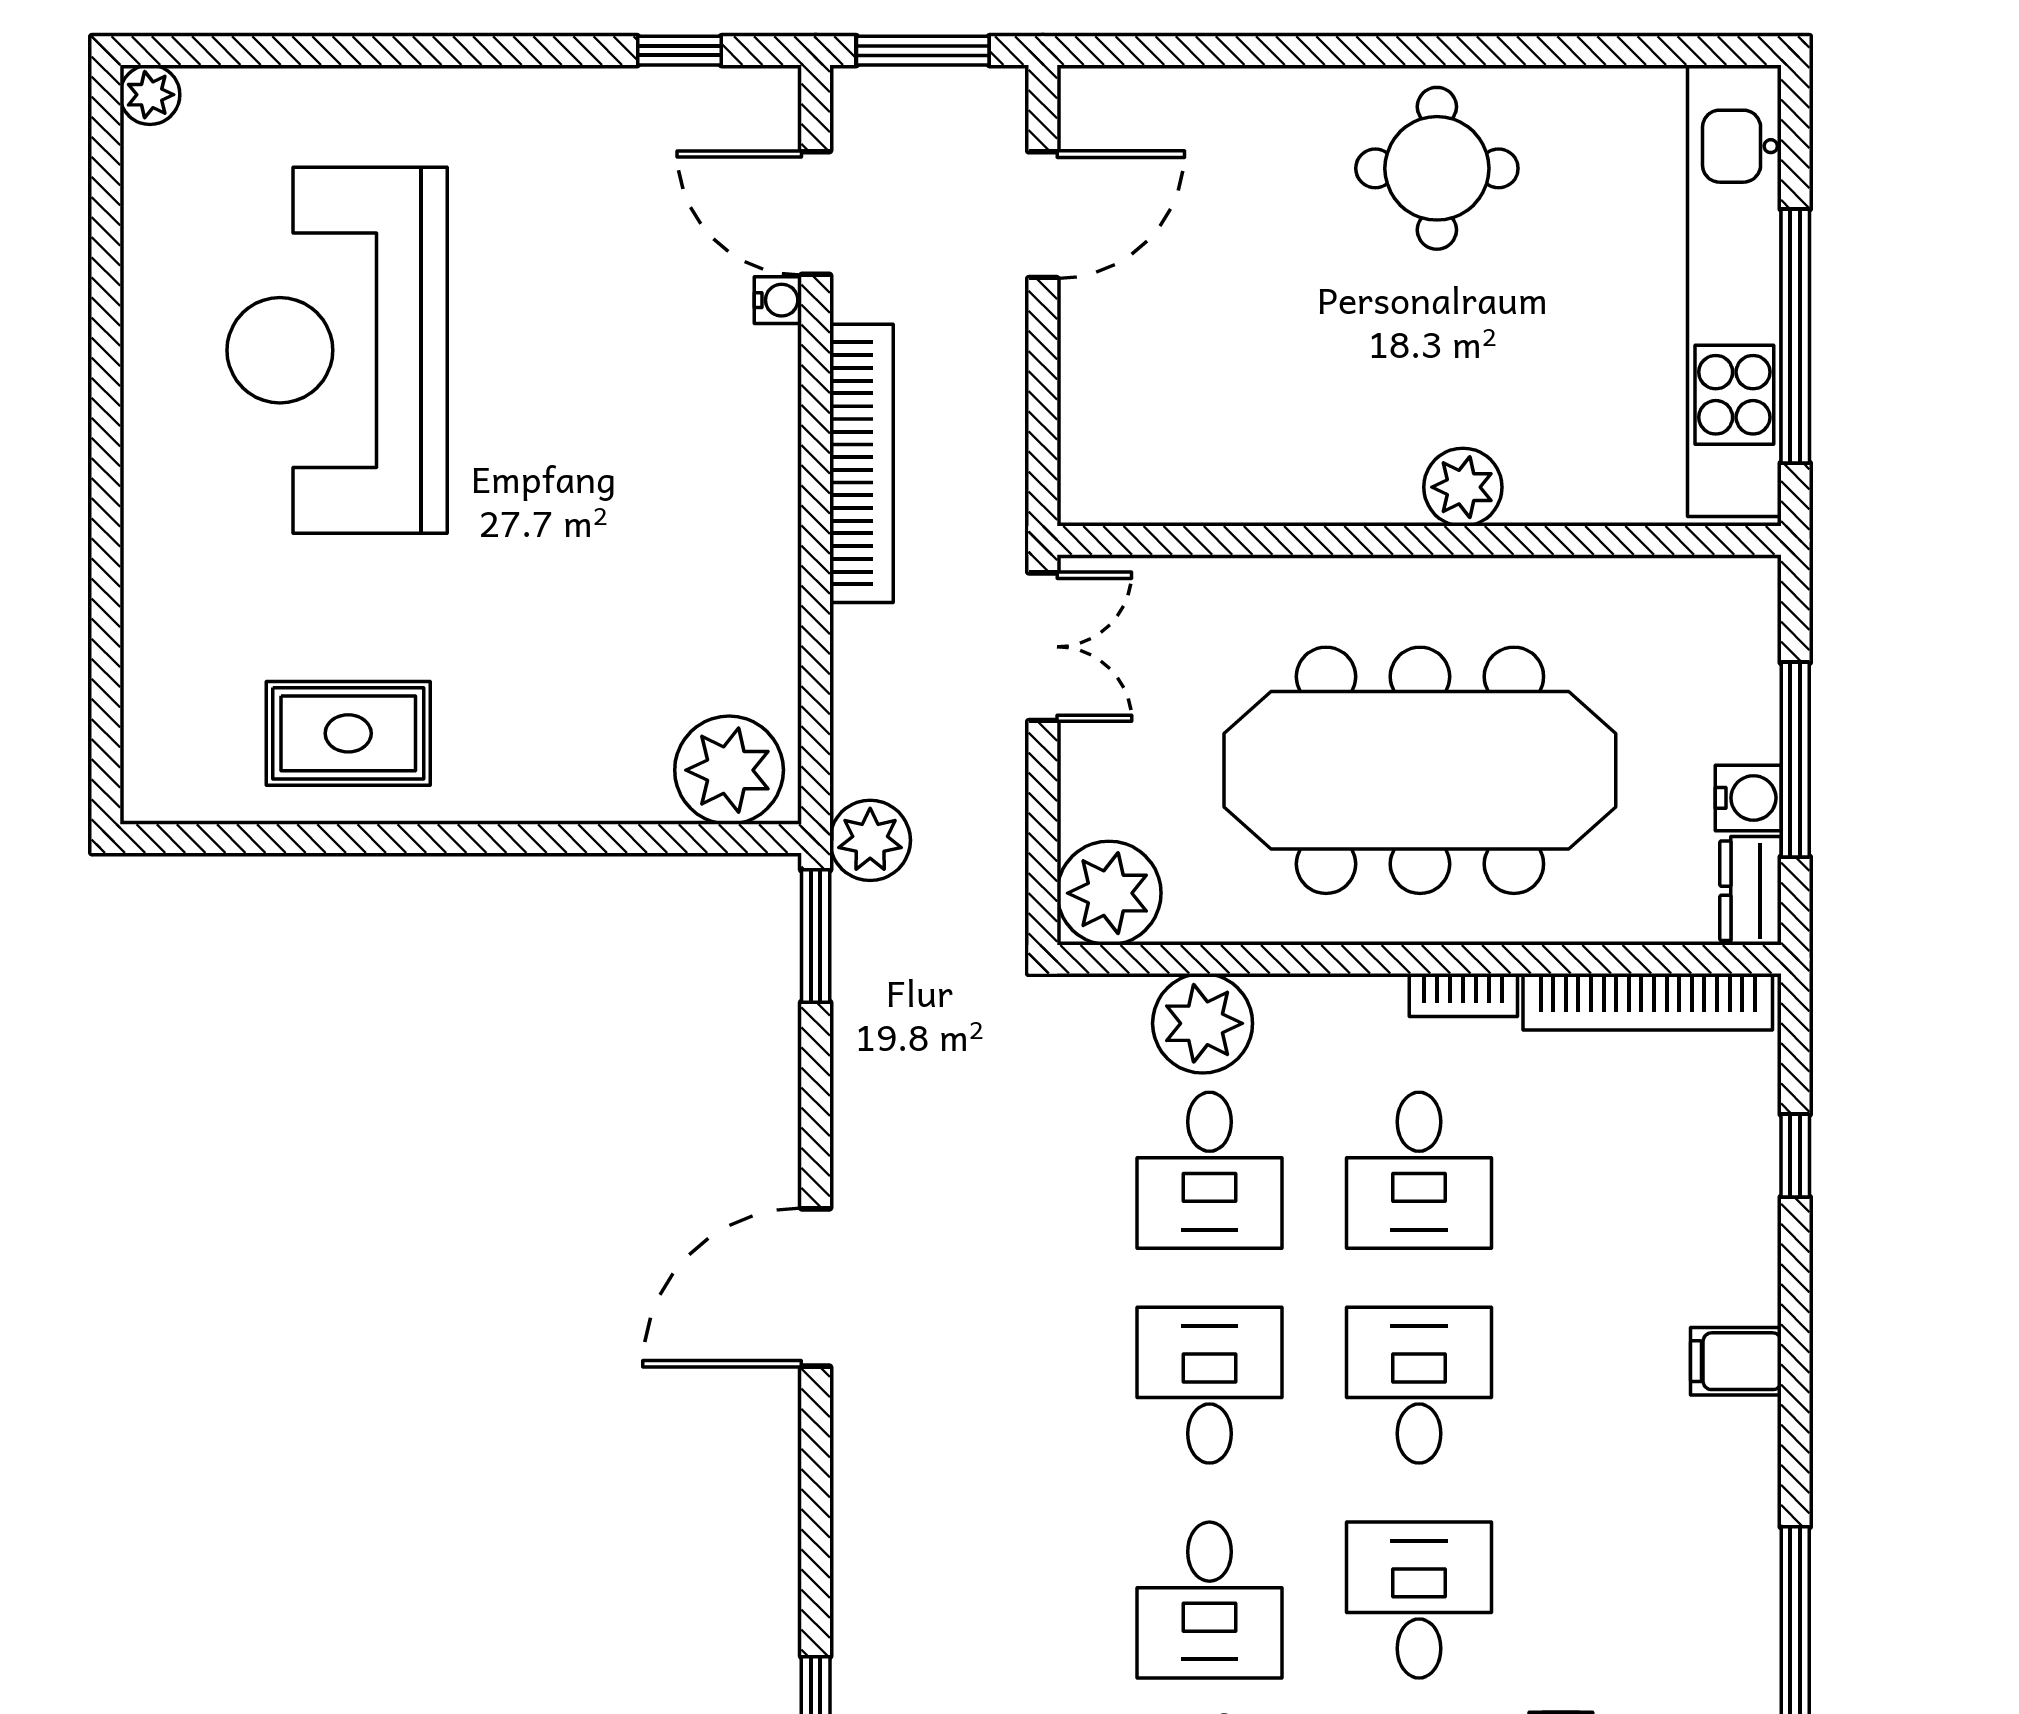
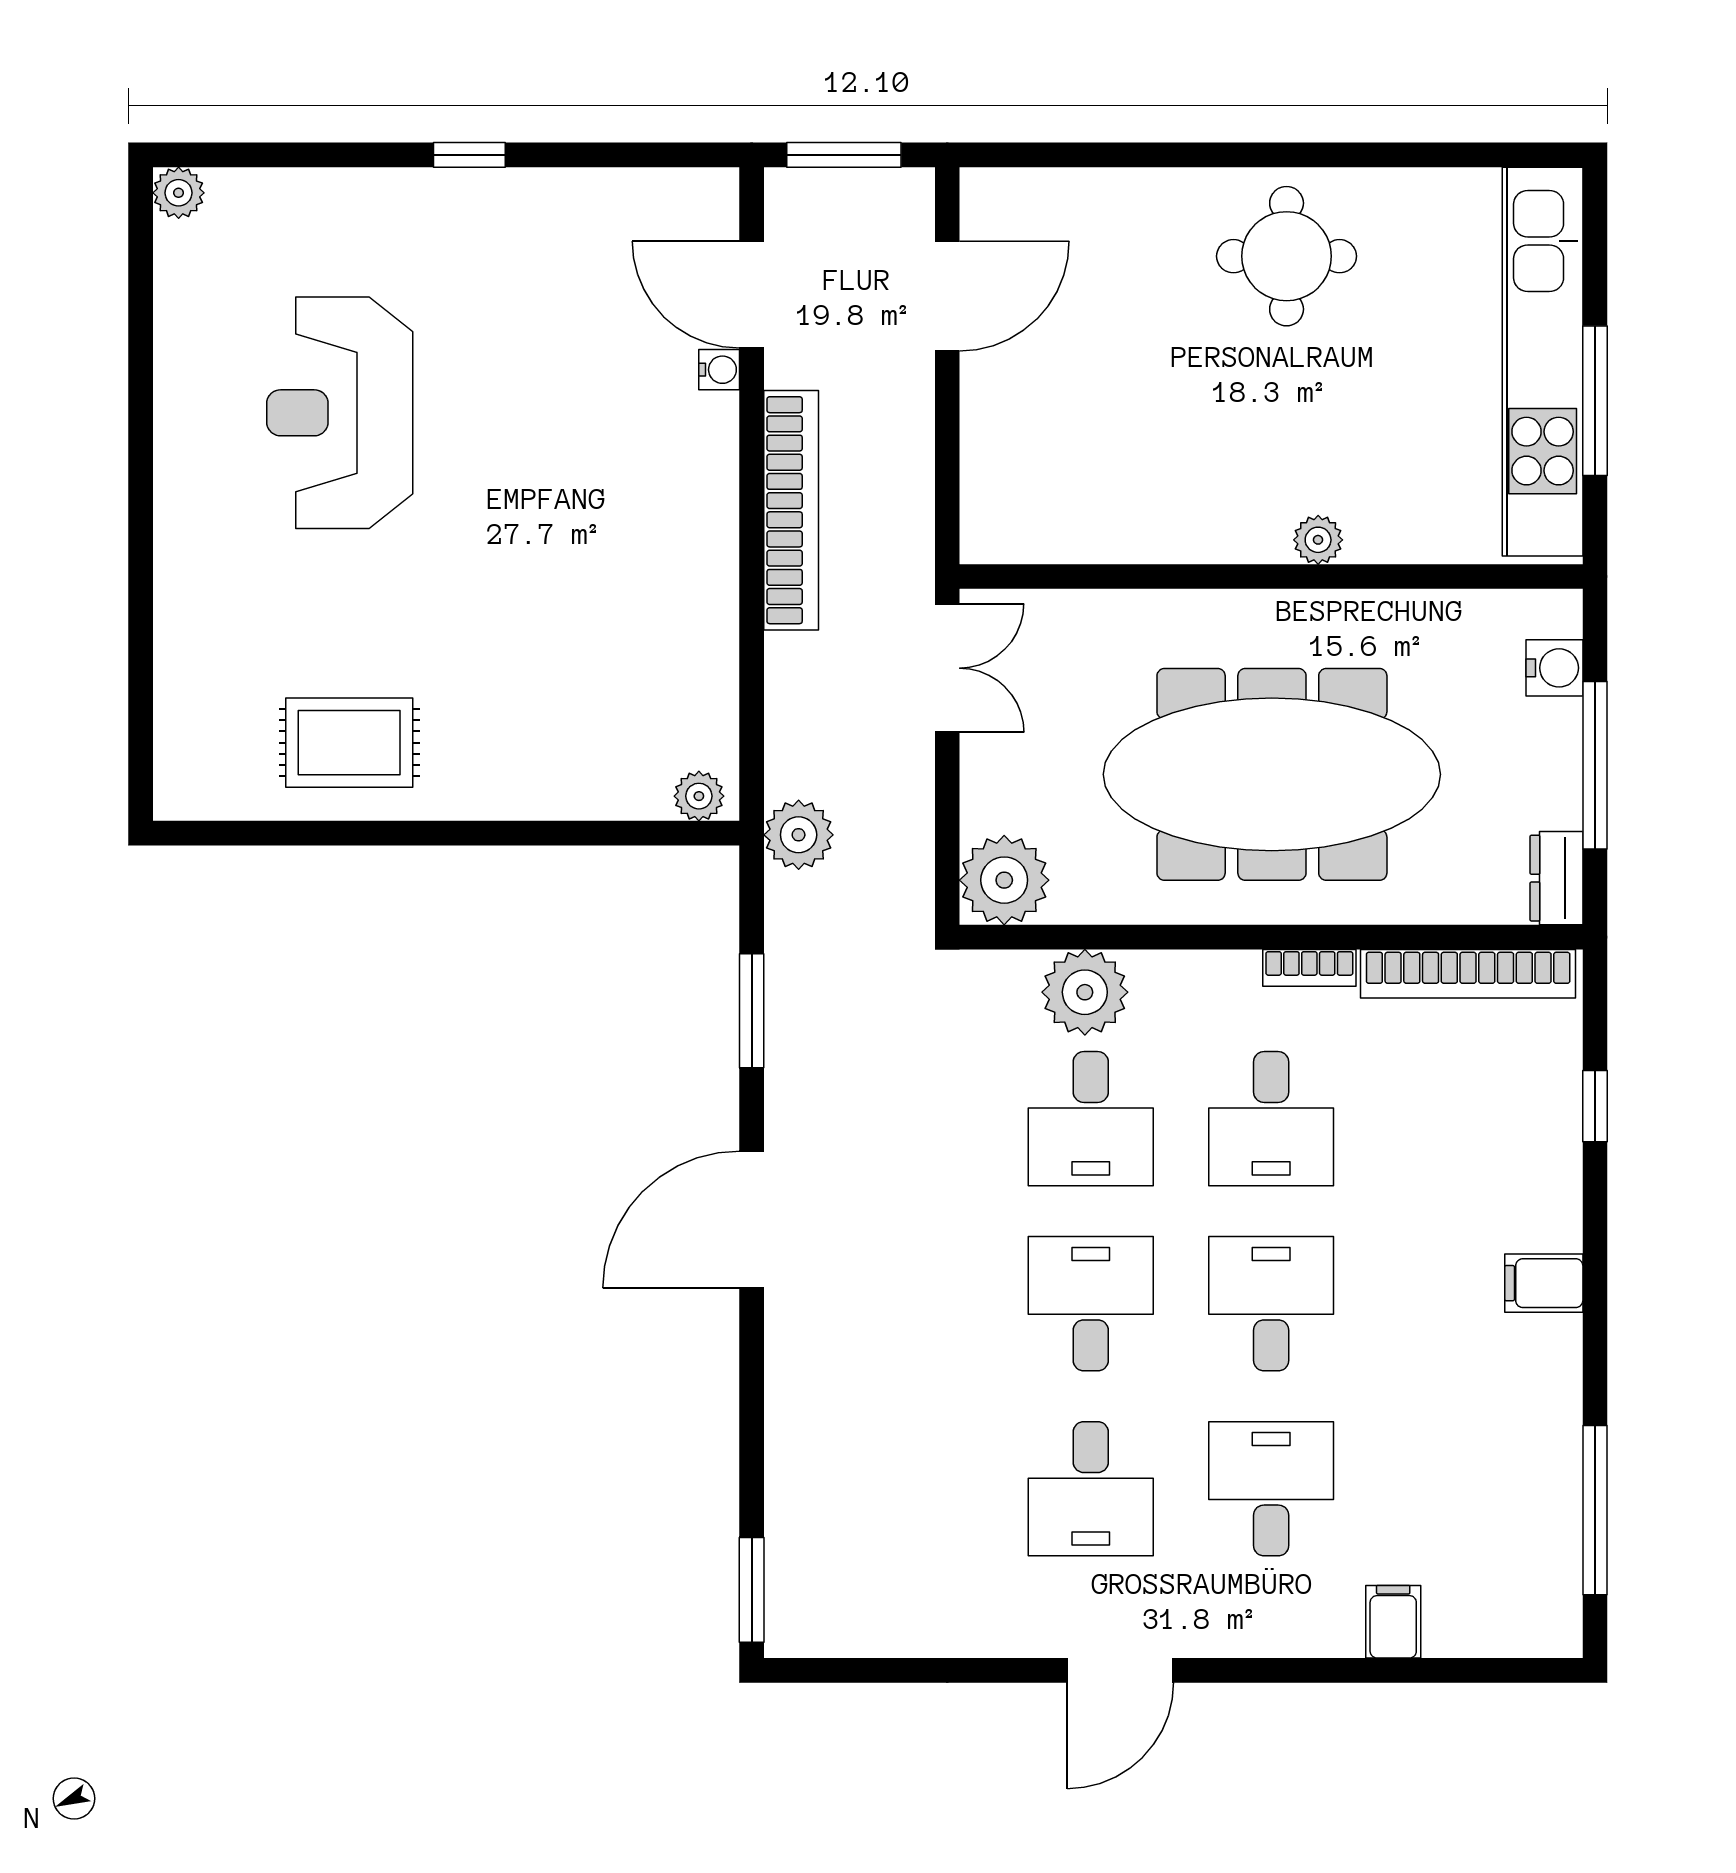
window: (679, 51) -> (469, 155), moved
window: (1795, 336) -> (1595, 401), width x0.68
reception desk: (337, 350) -> (340, 413), width x0.74, depth x0.77
plant: (1463, 487) -> (1318, 540), width x0.73, depth x0.73
plant: (729, 770) -> (699, 796), width x0.53, depth x0.53
water cooler: (1748, 798) -> (1555, 668), moved
window: (816, 936) -> (752, 1011), moved

